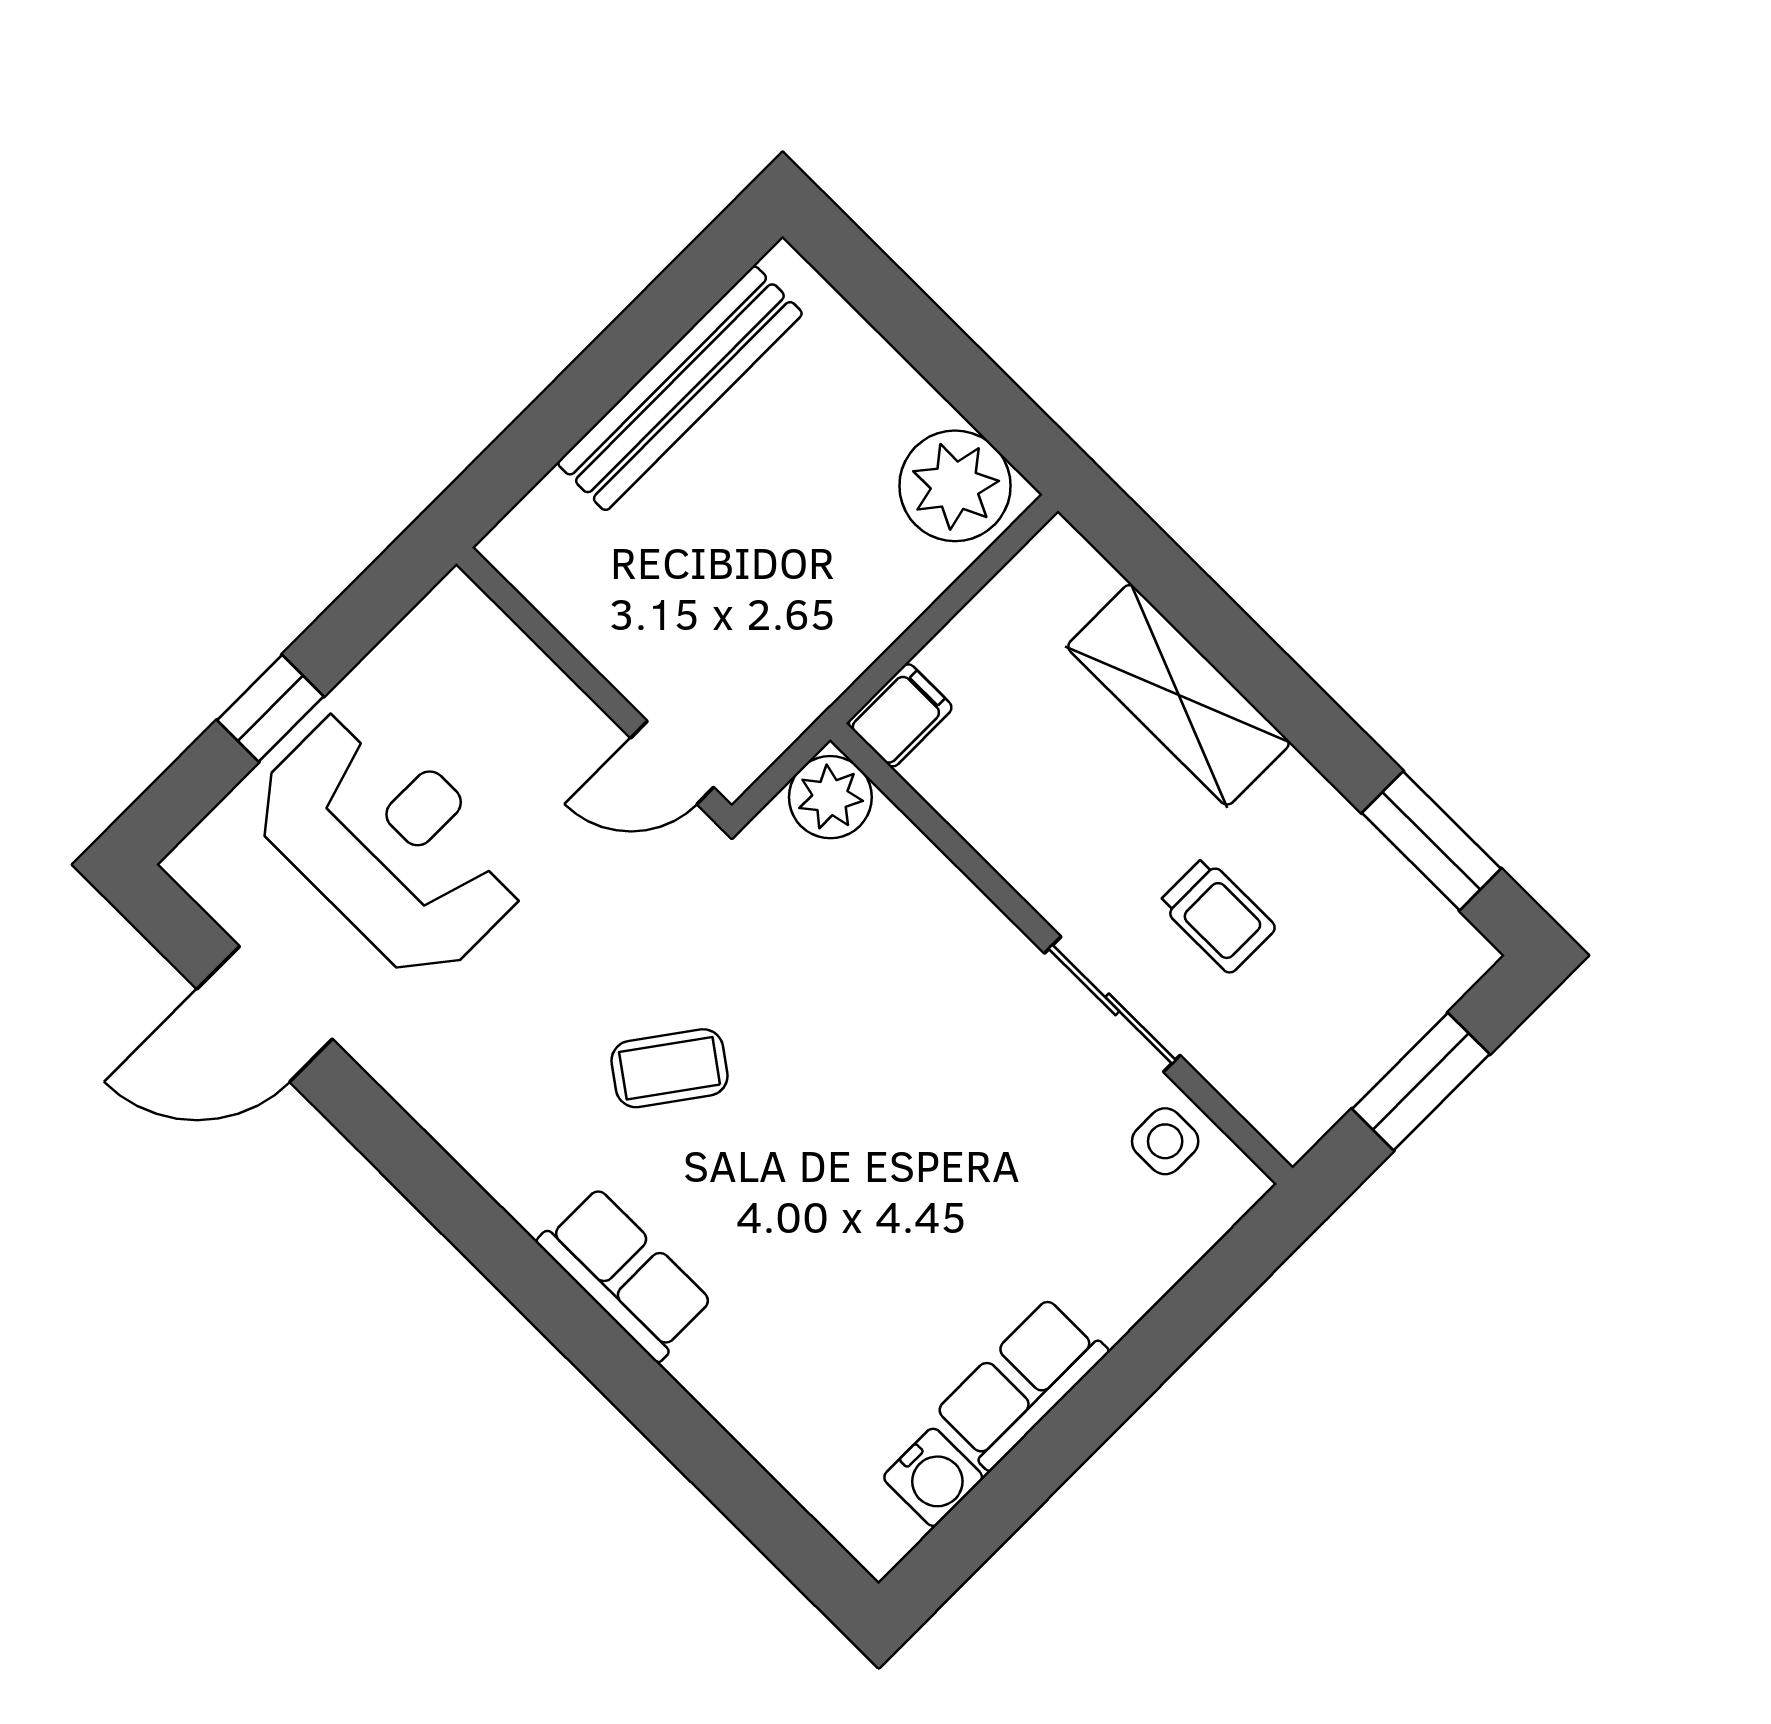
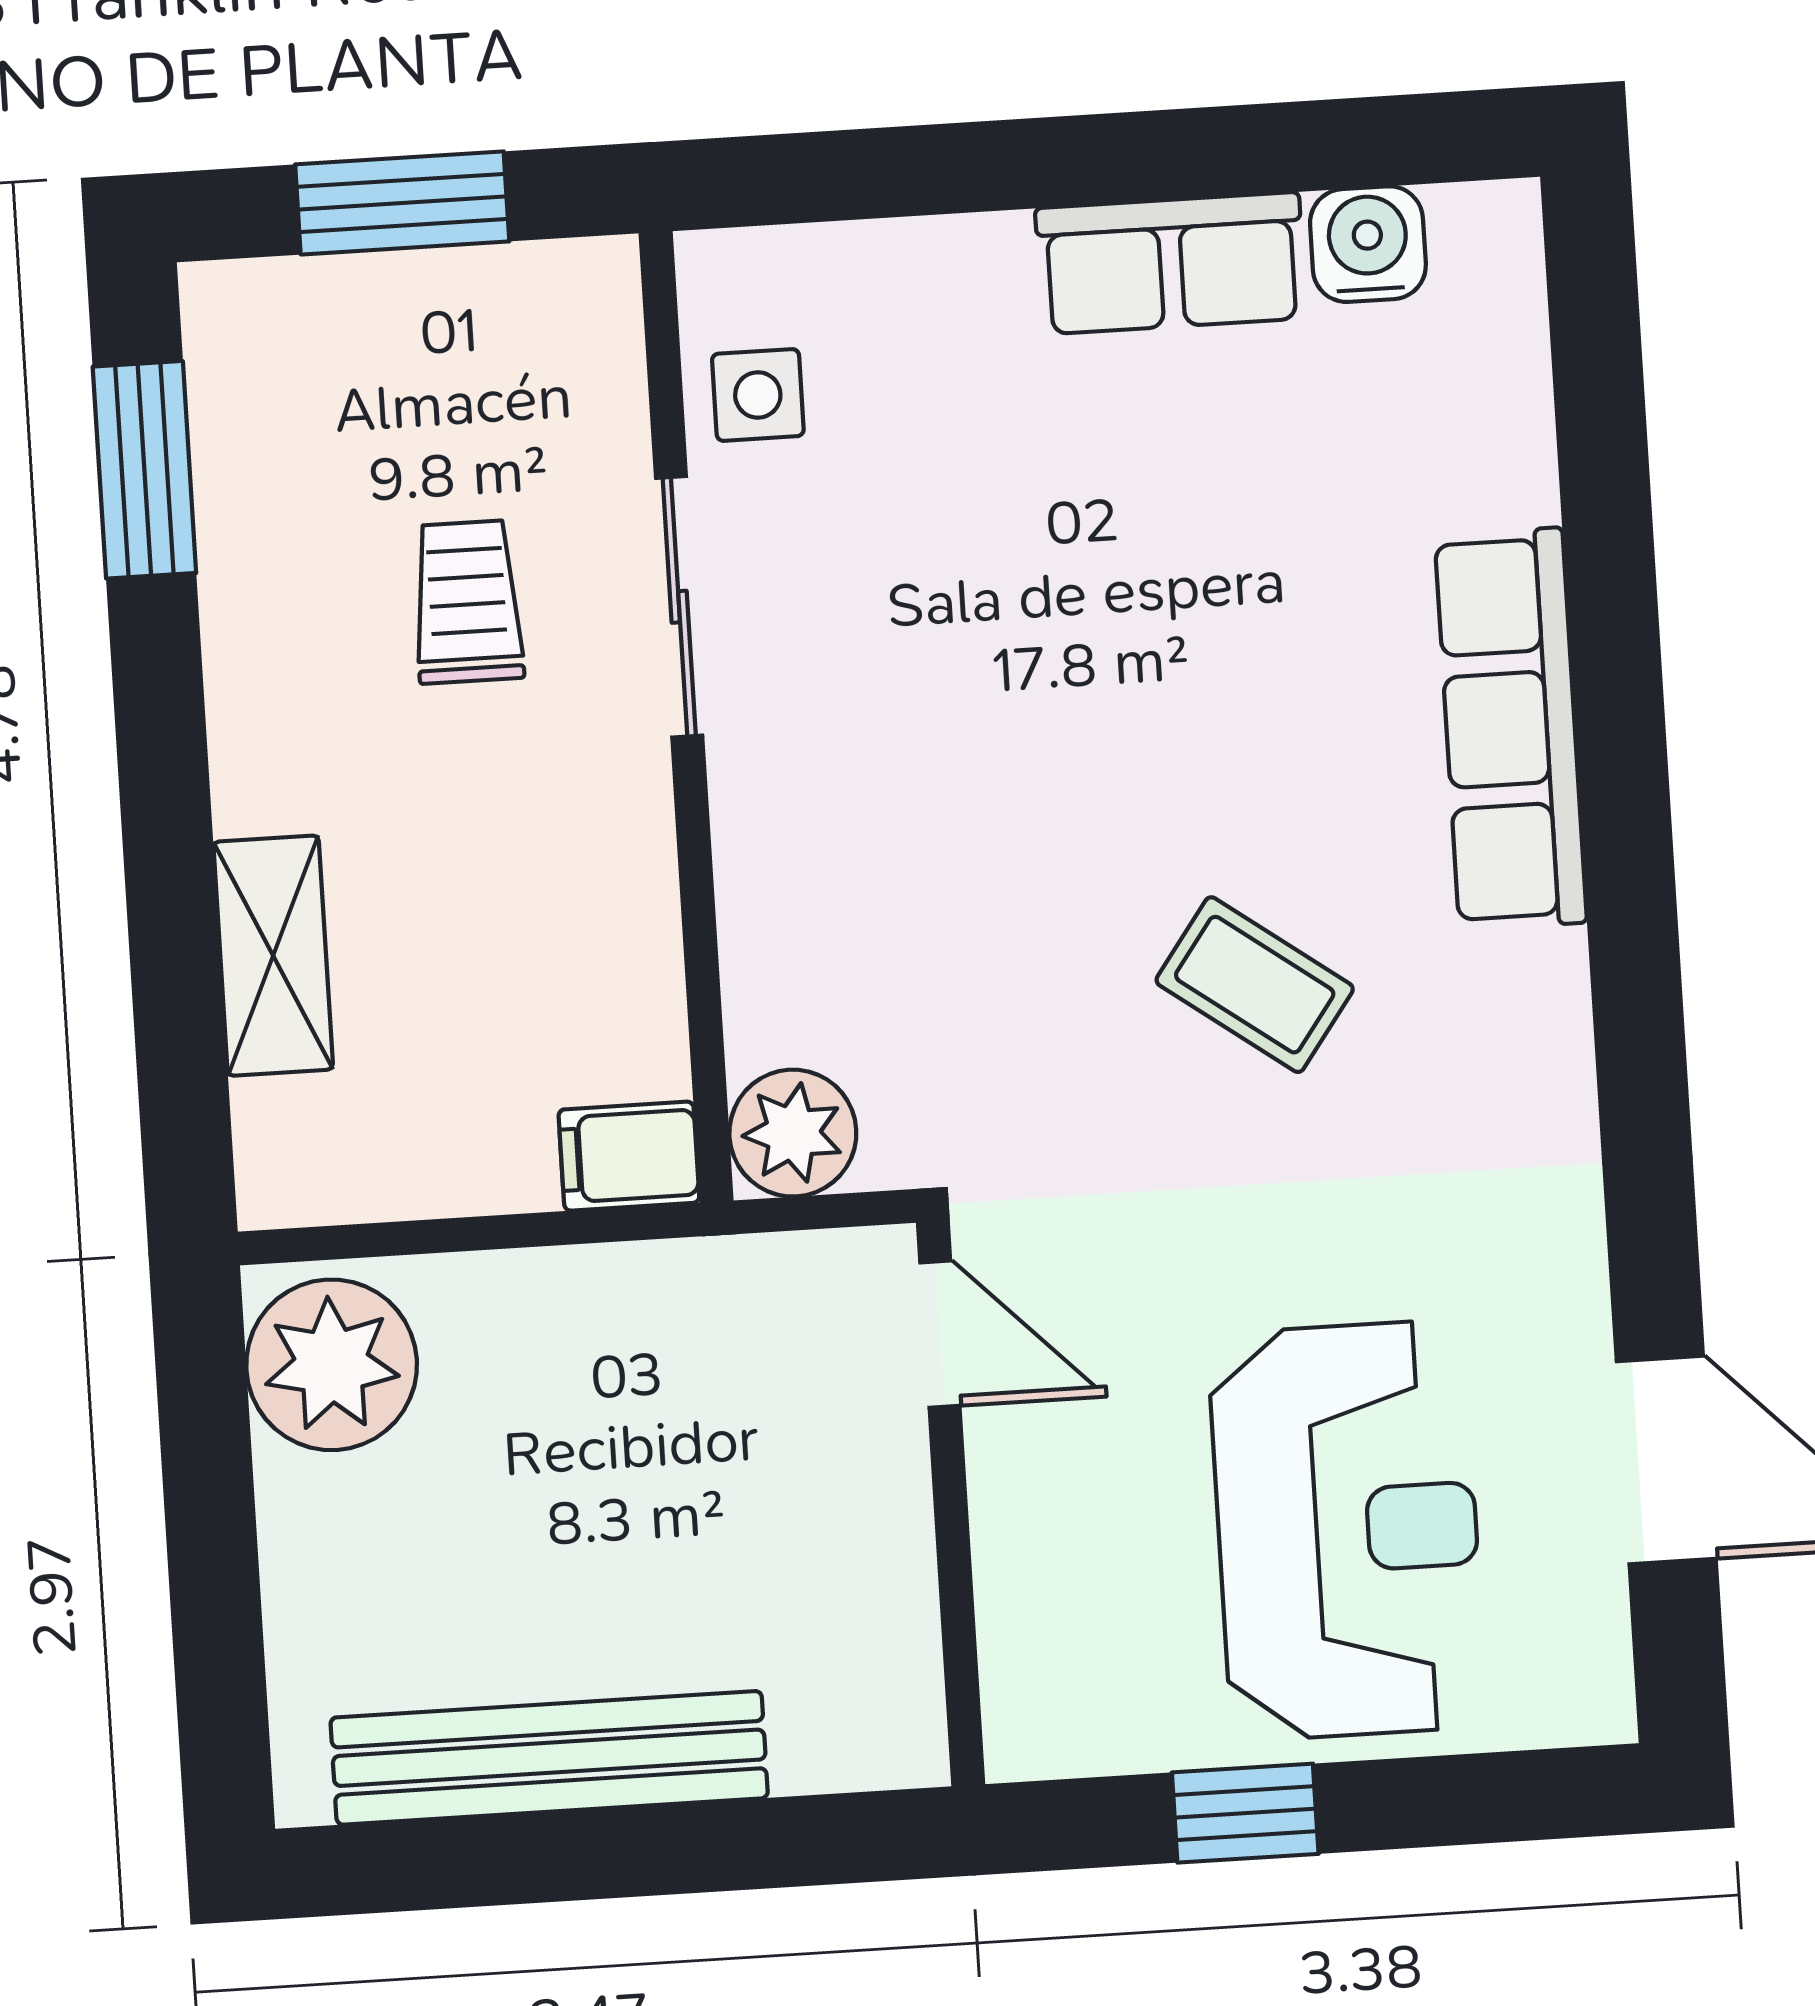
shelving: (1179, 695) -> (273, 956), width x0.67, depth x0.75
window: (270, 708) -> (1245, 1813), moved
reception desk: (389, 843) -> (1348, 1530), turned 180
row of seats: (626, 1274) -> (1511, 729), width x1.48

